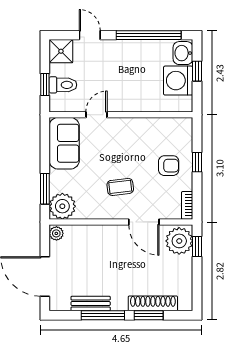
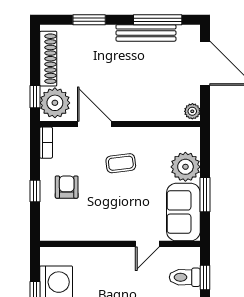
armchair: (169, 166) -> (67, 187), turned 90
window: (45, 189) -> (205, 195), moved
plant: (62, 206) -> (185, 167), moved
shoe rack: (153, 303) -> (48, 59), moved, turned -90
bench: (91, 304) -> (146, 33), width x1.36
window: (103, 315) -> (158, 20), moved

